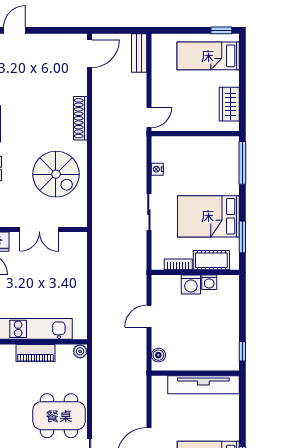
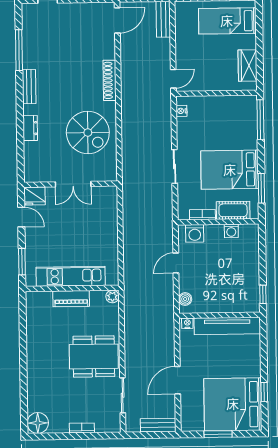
nightstand: (157, 169) -> (181, 111), moved
washing machine: (191, 285) -> (195, 233), moved
nightstand: (160, 381) -> (187, 323), added

